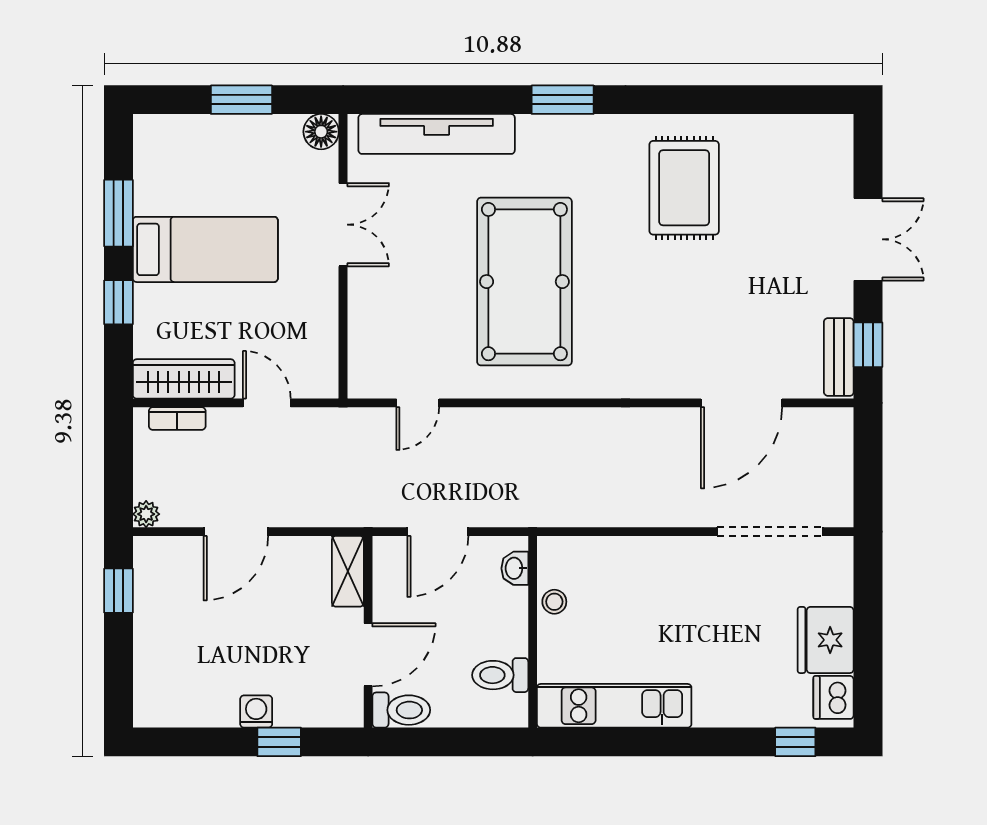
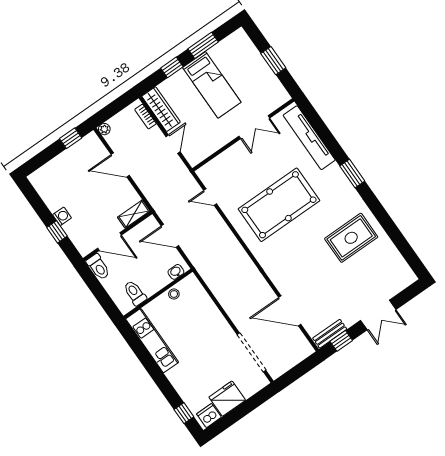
floor lamp: (321, 132) -> (282, 97), removed

